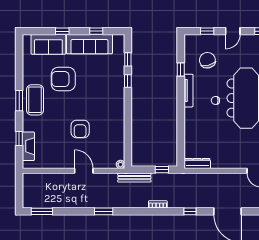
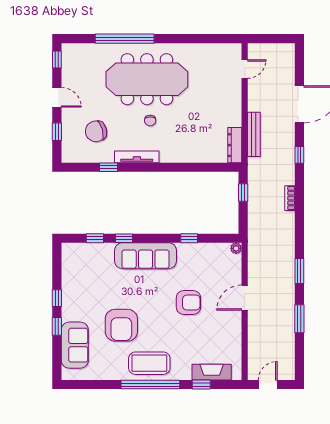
window: (96, 31) -> (57, 298), moved
sofa: (89, 44) -> (146, 256), moved, turned 90
window: (19, 101) -> (150, 385), width x2.11
window: (128, 129) -> (189, 238), added
bench: (134, 178) -> (254, 134), moved
door: (19, 188) -> (268, 385), added
window: (42, 211) -> (299, 319), moved

